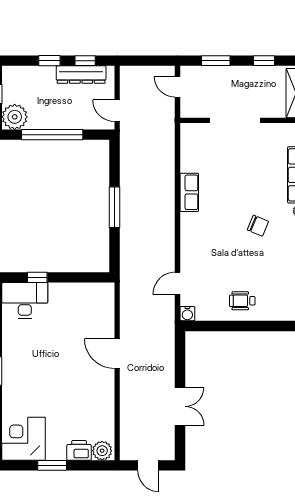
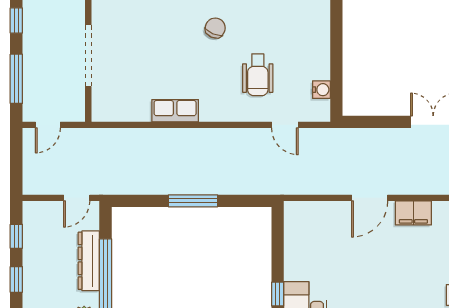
window: (216, 61) -> (16, 79), width x1.44
dresser: (81, 75) -> (89, 261), moved, turned 180
wheelchair: (242, 301) -> (258, 75), moved, width x1.36, depth x1.37
water cooler: (187, 314) -> (321, 90), moved
filing cabinet: (105, 390) -> (413, 213), added

